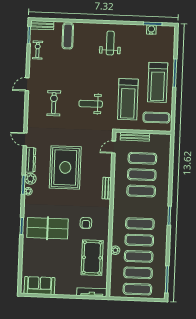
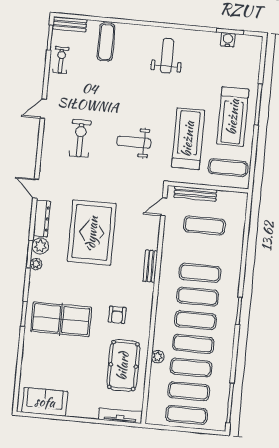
treadmill: (128, 99) -> (188, 139), turned 180
exercise mat: (142, 175) -> (198, 297), moved

